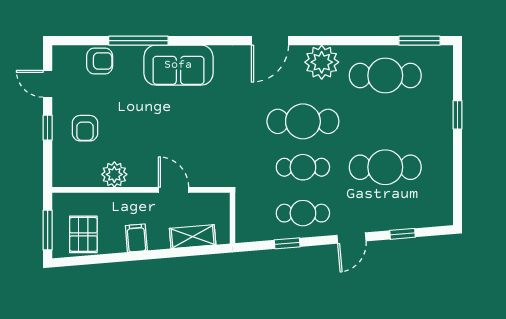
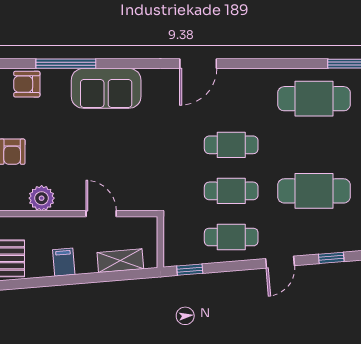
armchair: (100, 61) -> (27, 84), turned 180
plant: (322, 62) -> (250, 85), removed
cafe table: (303, 121) -> (231, 145), width x0.73, depth x0.74
window: (287, 243) -> (190, 270), moved

